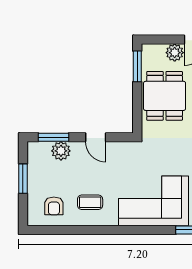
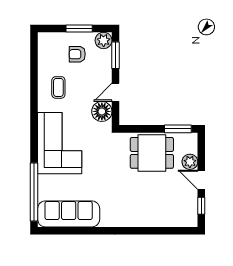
plant: (61, 151) -> (104, 40), moved
floor lamp: (117, 153) -> (102, 111), added
armchair: (54, 206) -> (77, 54), moved

